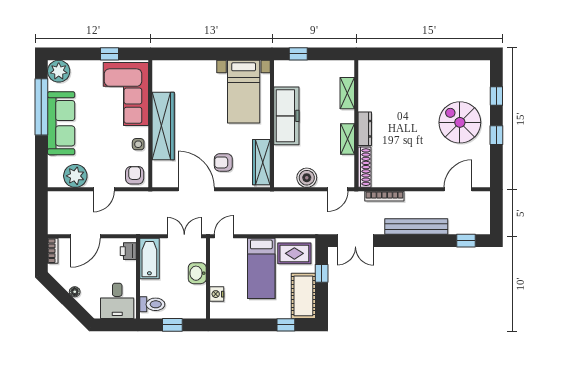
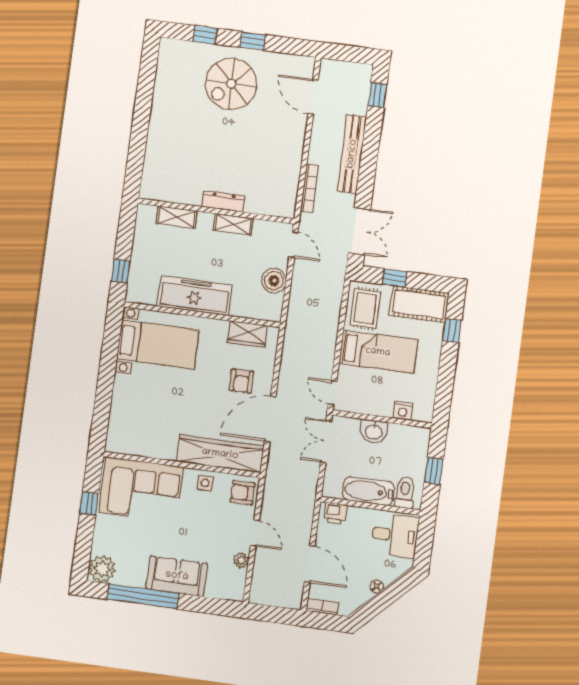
sofa: (61, 123) -> (177, 576), width x0.73
wardrobe: (163, 126) -> (220, 454), moved
wardrobe: (261, 162) -> (247, 334), width x0.67
shoe rack: (364, 167) -> (270, 208), removed
plant: (75, 176) -> (241, 560), width x0.53, depth x0.53
bathtub: (149, 259) -> (368, 491), moved

